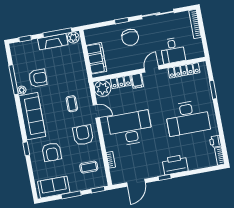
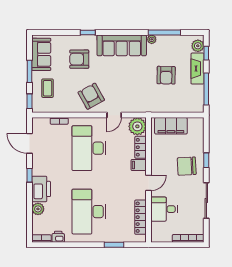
plant: (73, 38) -> (198, 46), moved
fireplace: (53, 42) -> (198, 69), moved
door: (152, 69) -> (149, 183), hinge flipped
armchair: (38, 78) -> (166, 75), moved
coffee table: (72, 104) -> (127, 90), removed
desk: (130, 128) -> (89, 148), turned 180
armchair: (83, 135) -> (91, 96), turned -119
plant: (194, 164) -> (38, 209), added
coffee table: (89, 167) -> (47, 88), moved

